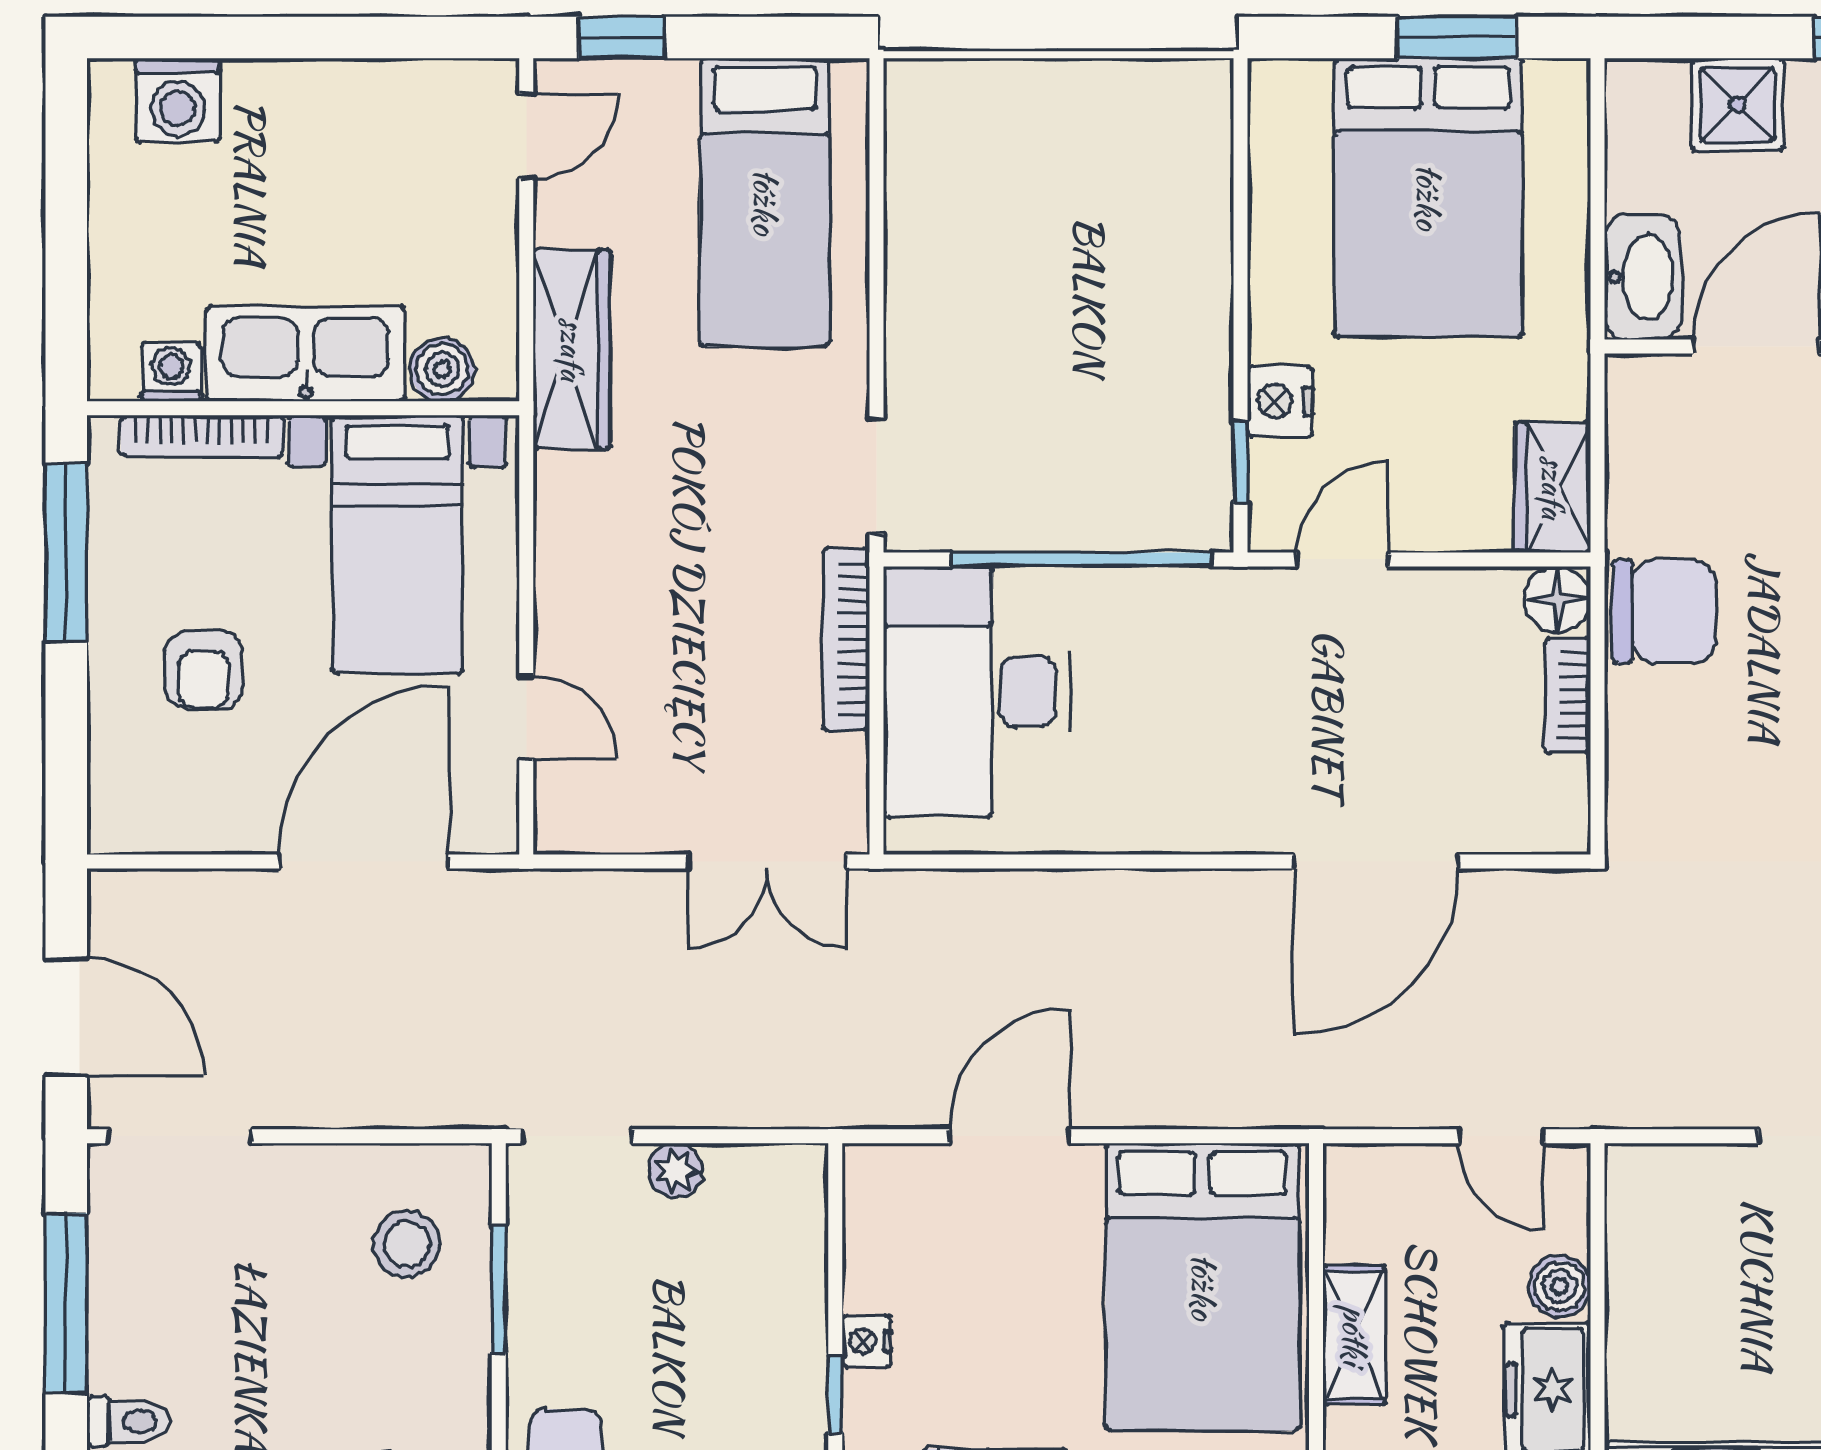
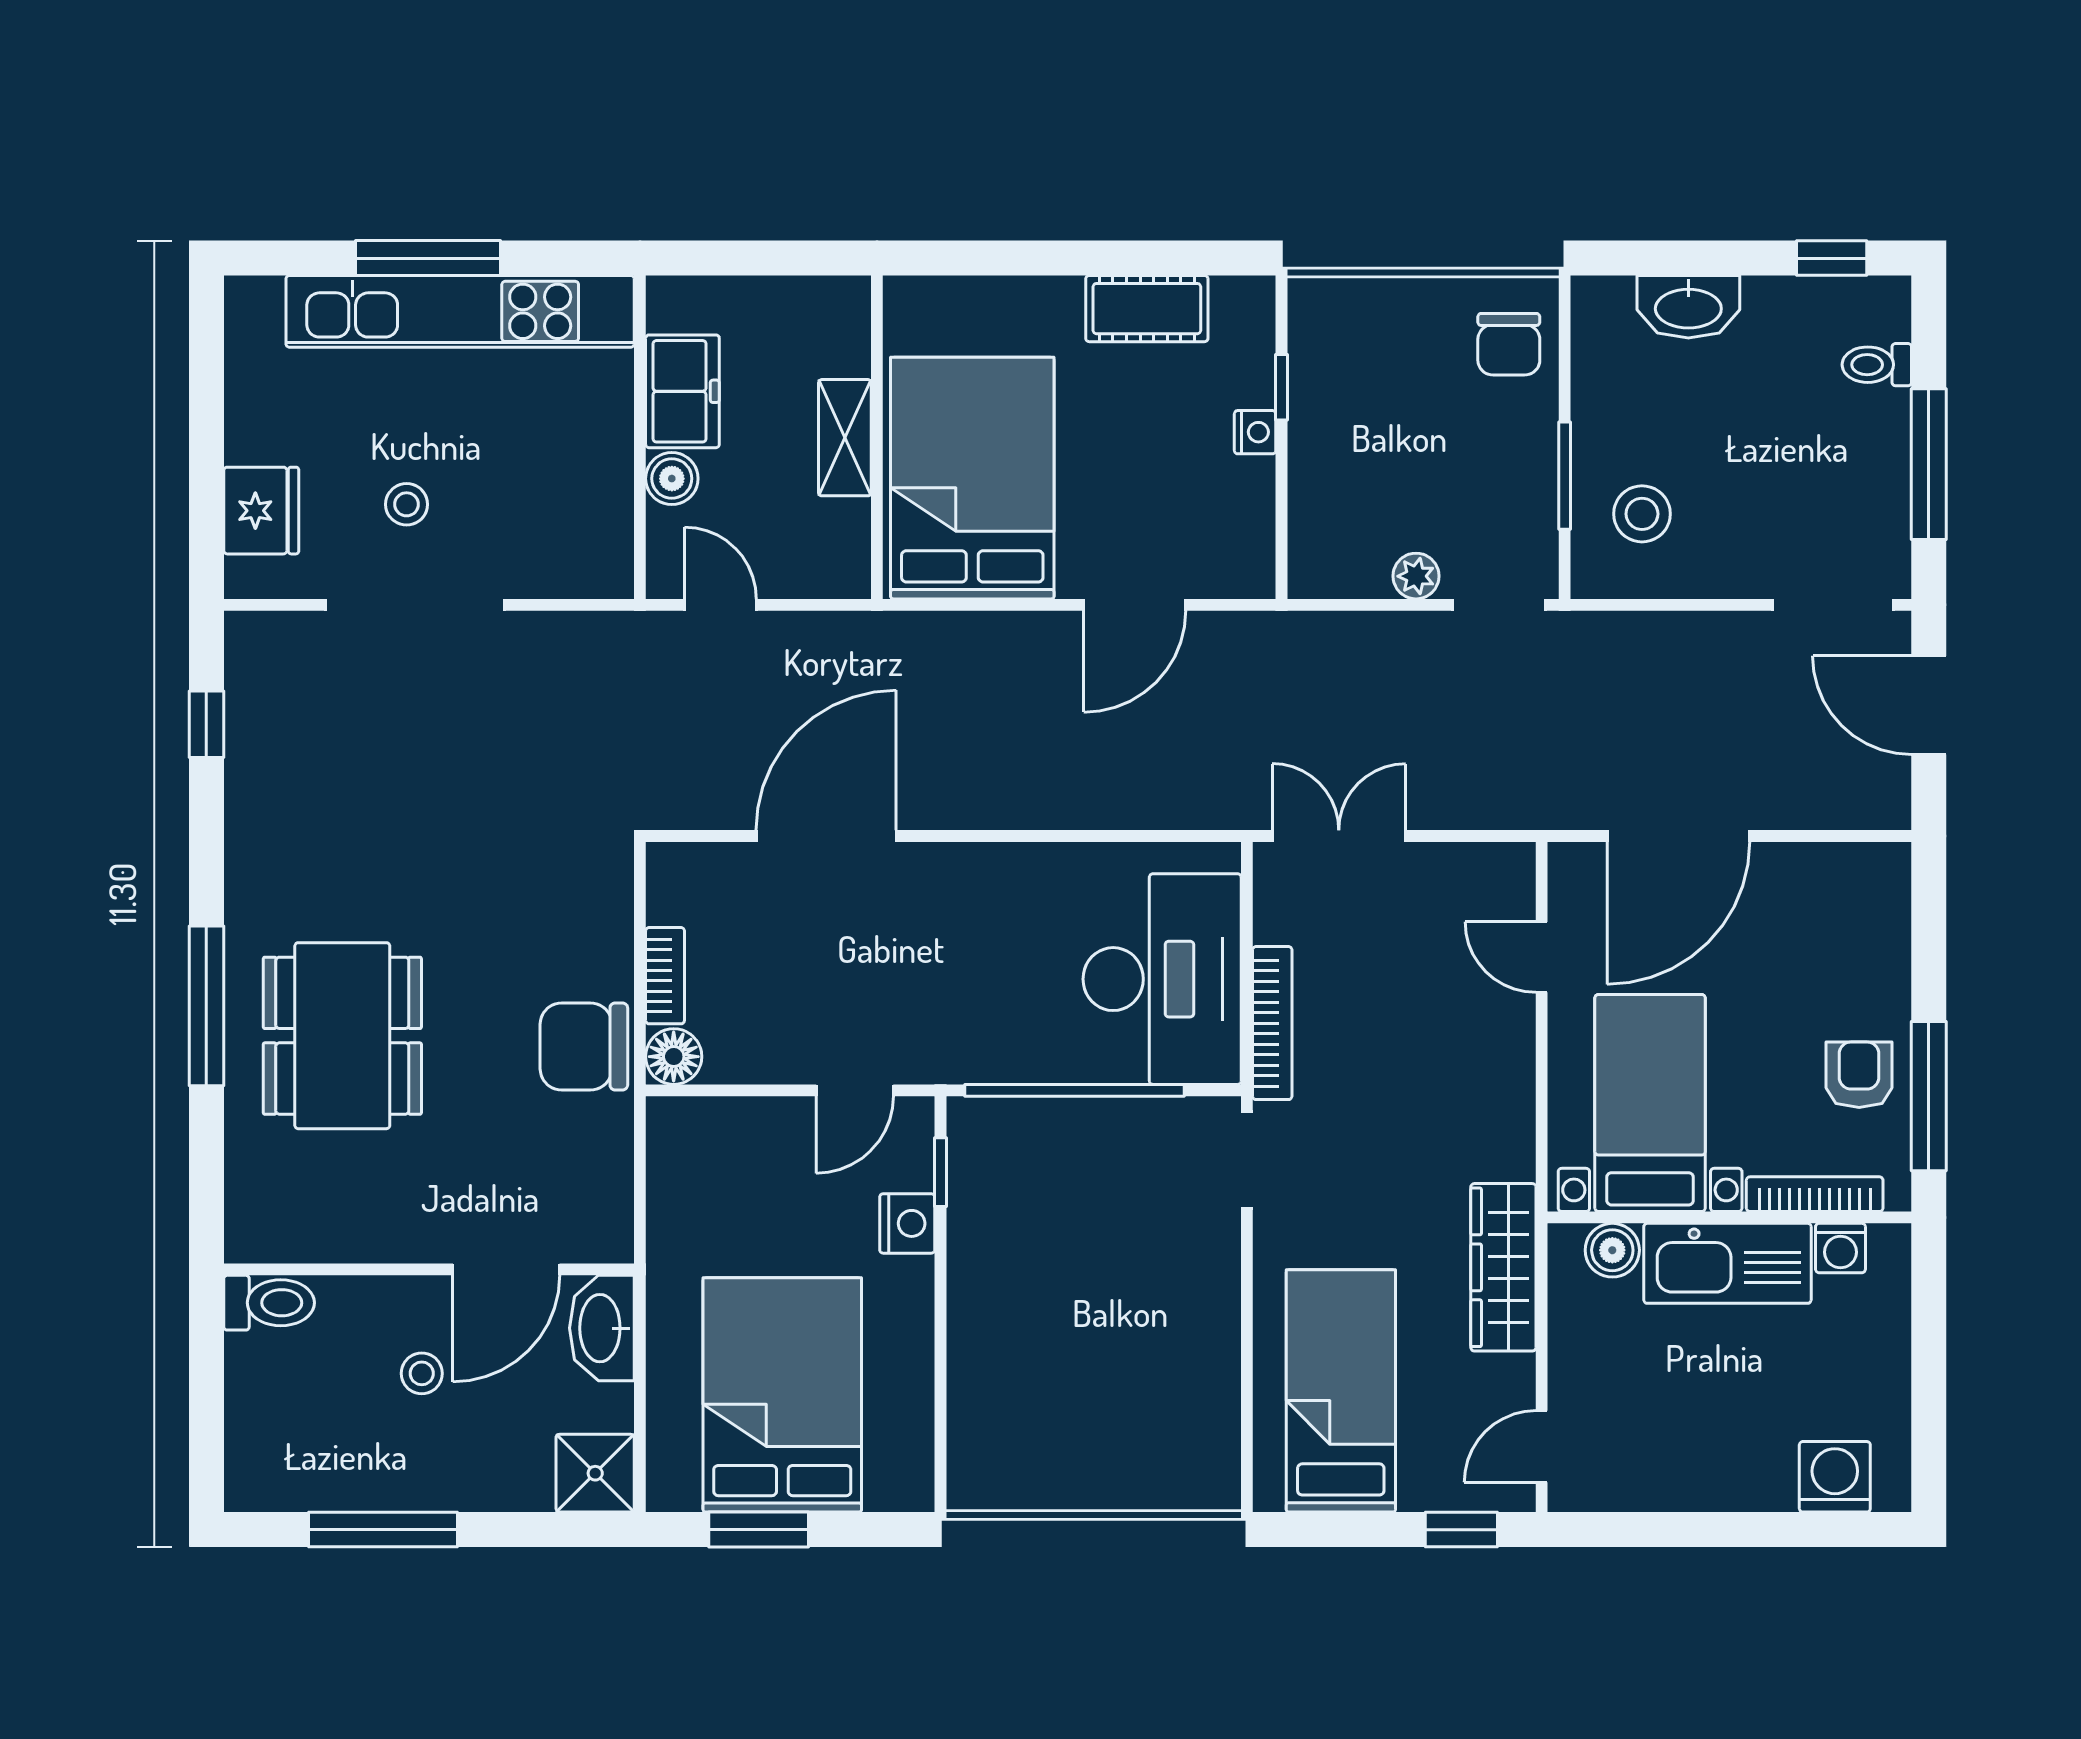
shower: (1738, 104) -> (595, 1473), moved
wardrobe: (1553, 487) -> (678, 1151), removed
armchair: (204, 670) -> (1859, 1075), moved

